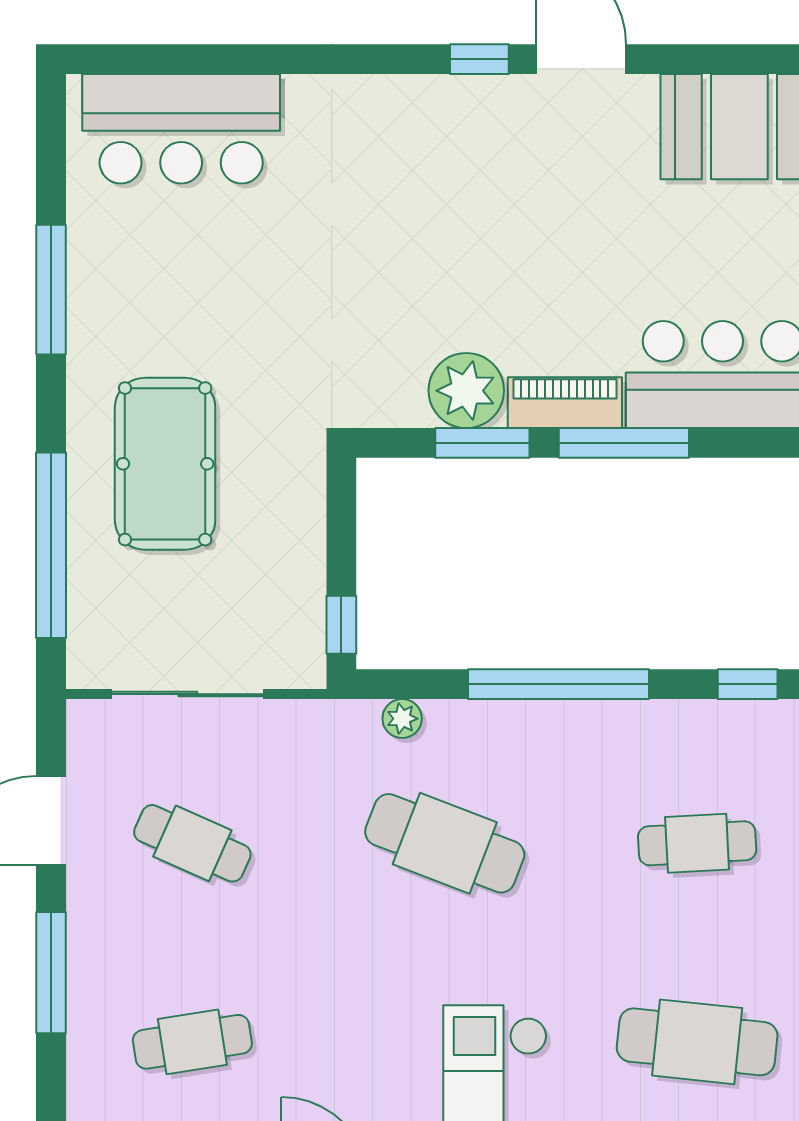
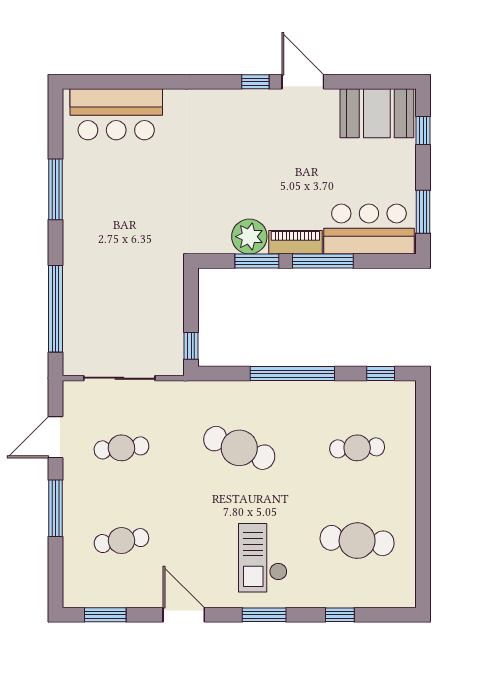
pool table: (165, 464) -> (109, 271), removed
plant: (402, 719) -> (219, 390), removed
cafe table: (192, 843) -> (121, 448), turned -30

